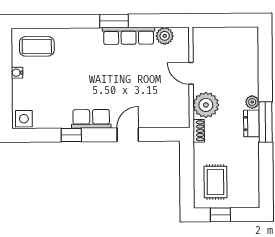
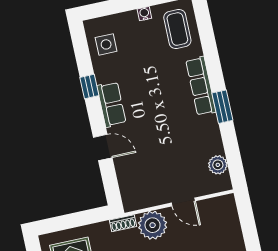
row of seats: (129, 36) -> (201, 86), moved
door: (191, 73) -> (183, 202), swing flipped
side table: (24, 119) -> (106, 44), moved

